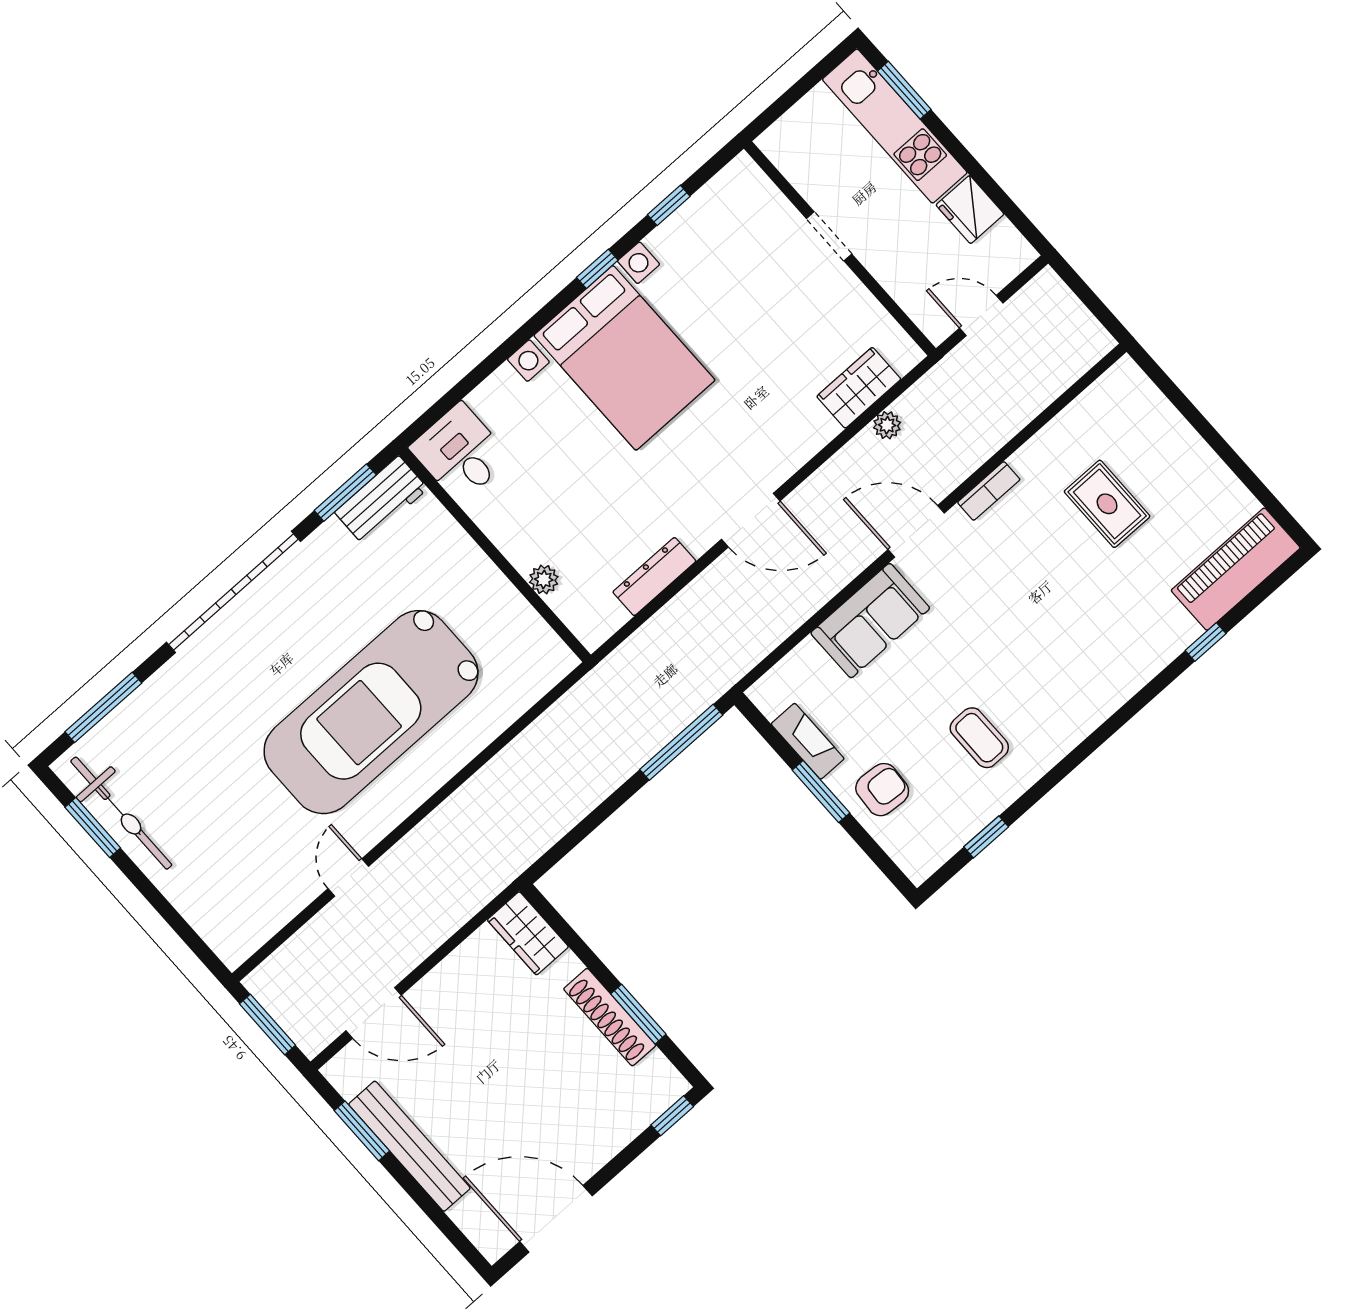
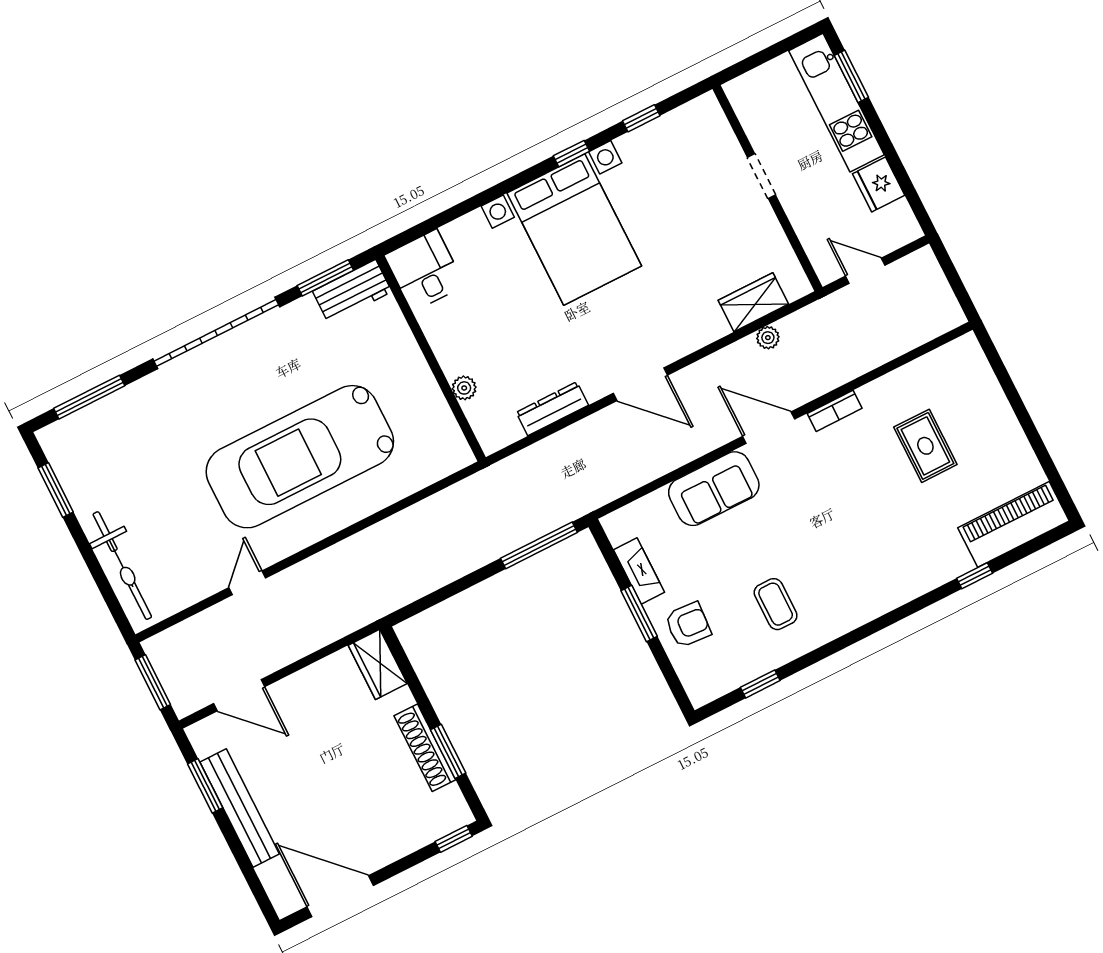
bicycle: (121, 813) -> (122, 566), moved

